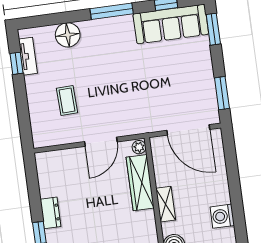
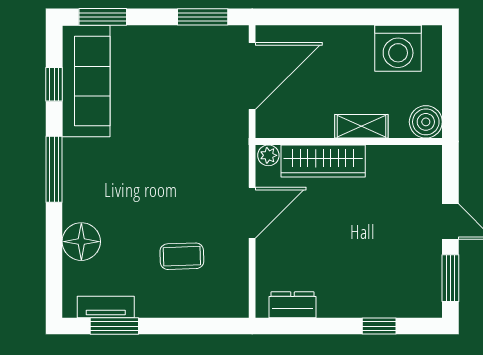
window: (17, 63) -> (114, 326), width x1.50
door: (101, 142) -> (252, 213), hinge flipped
dresser: (51, 213) -> (293, 305), moved
washing machine: (222, 216) -> (398, 48), width x1.37, depth x1.37

